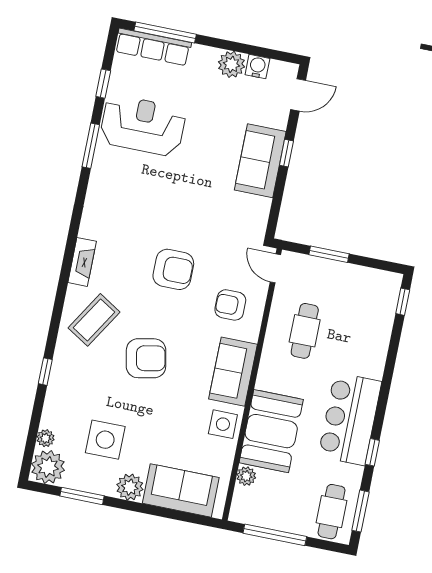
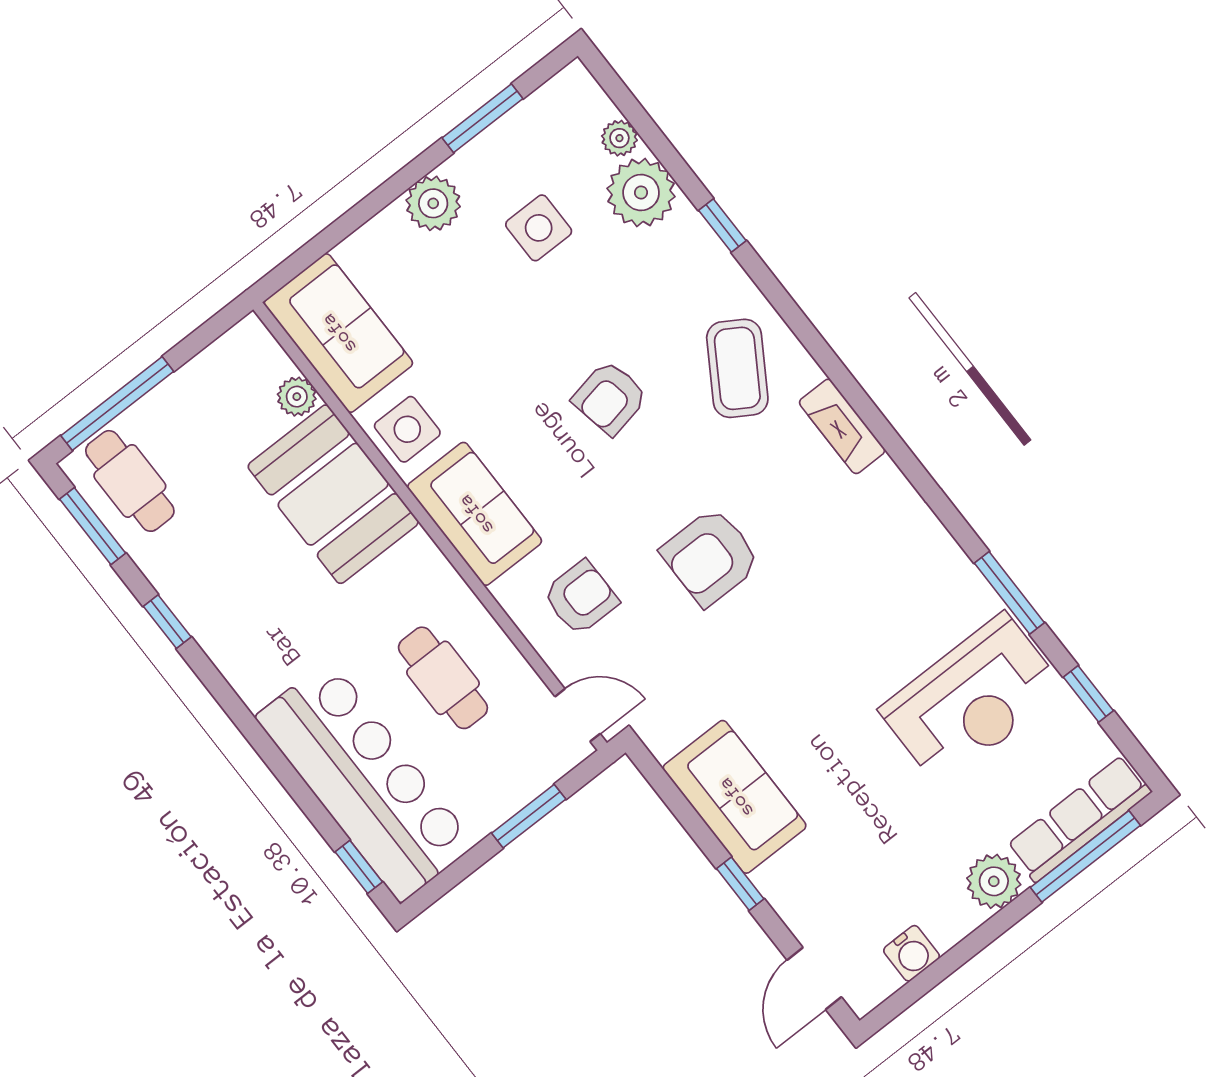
plant: (232, 64) -> (994, 881), moved
sofa: (260, 161) -> (735, 797), moved
armchair: (146, 358) -> (610, 398), width x0.72, depth x0.72
bar counter: (350, 419) -> (365, 781), moved, width x1.36
side table: (105, 440) -> (539, 228), width x0.73, depth x0.73
plant: (48, 467) -> (641, 193), moved
sofa: (181, 490) -> (338, 333), moved, turned -90
window: (275, 535) -> (117, 404), moved

